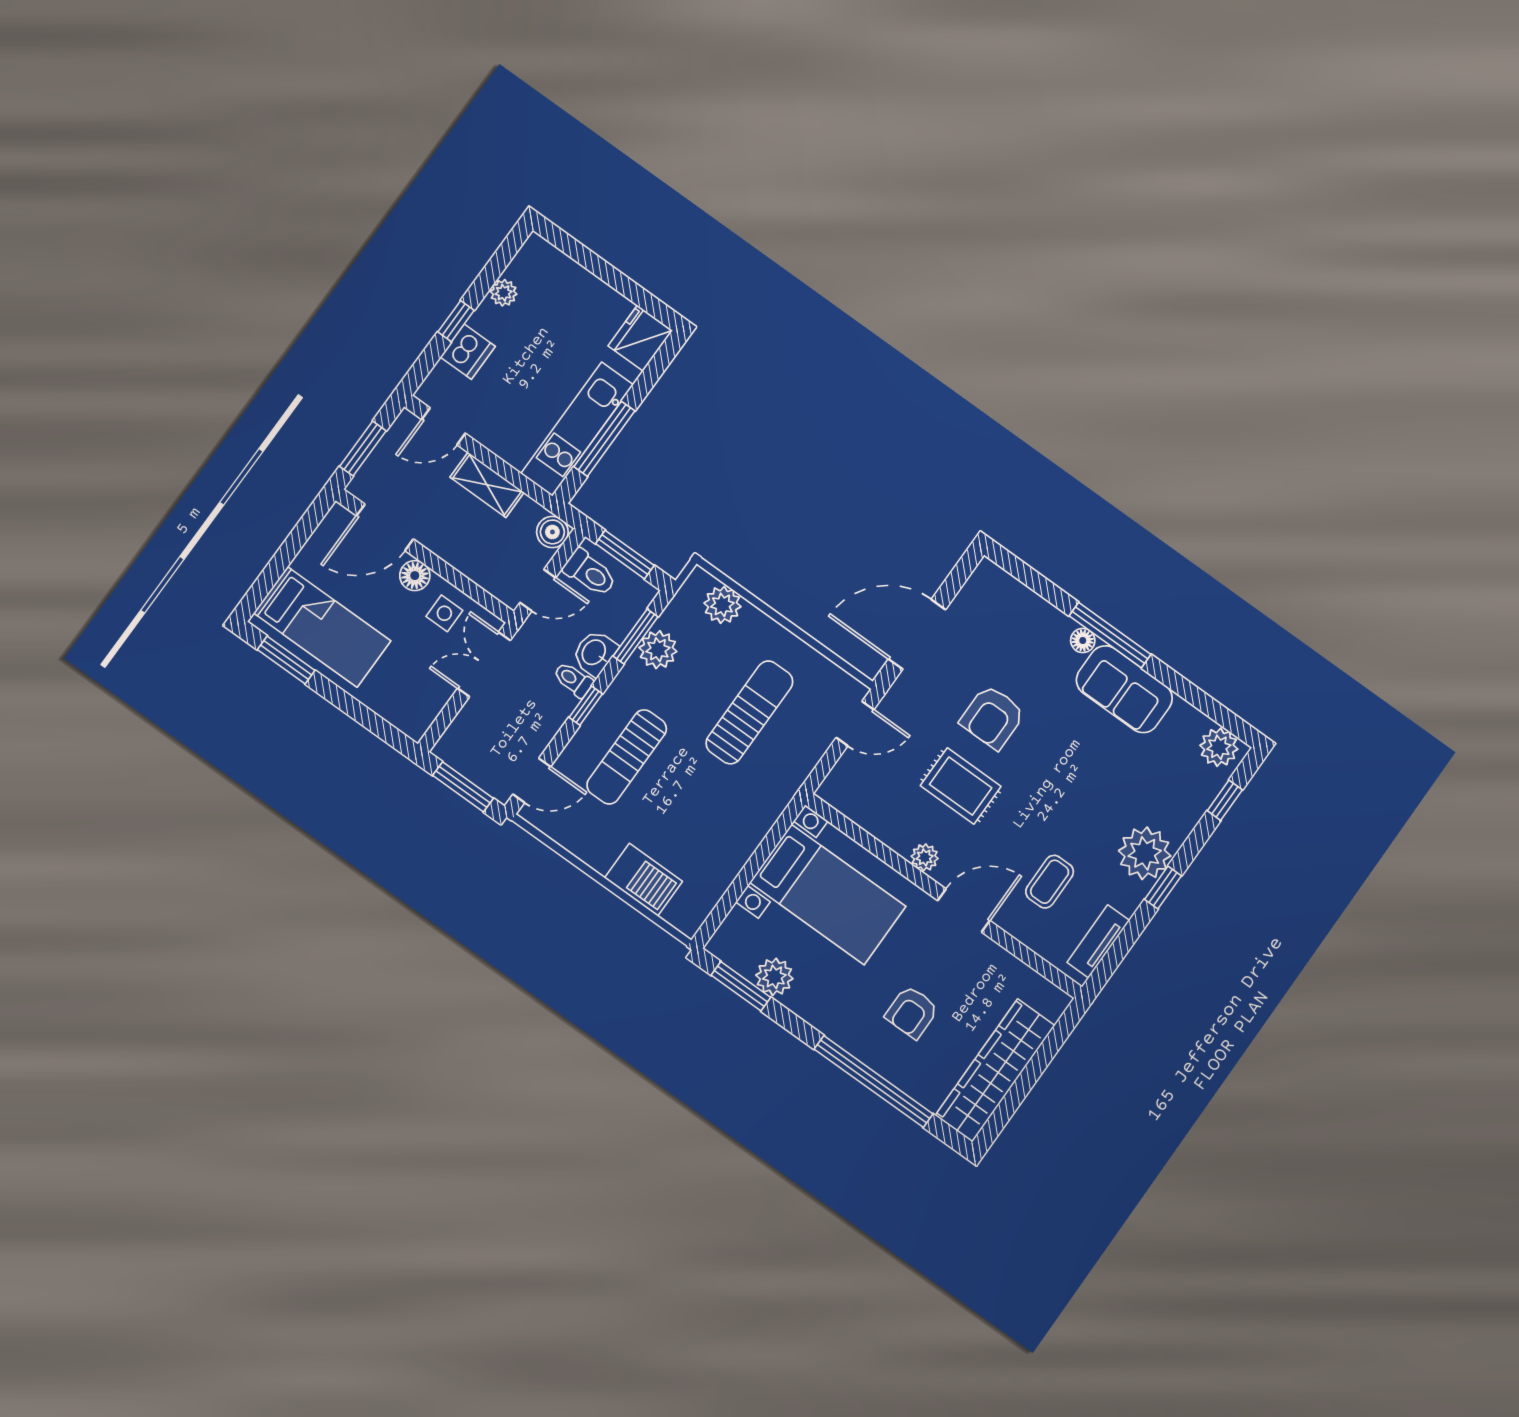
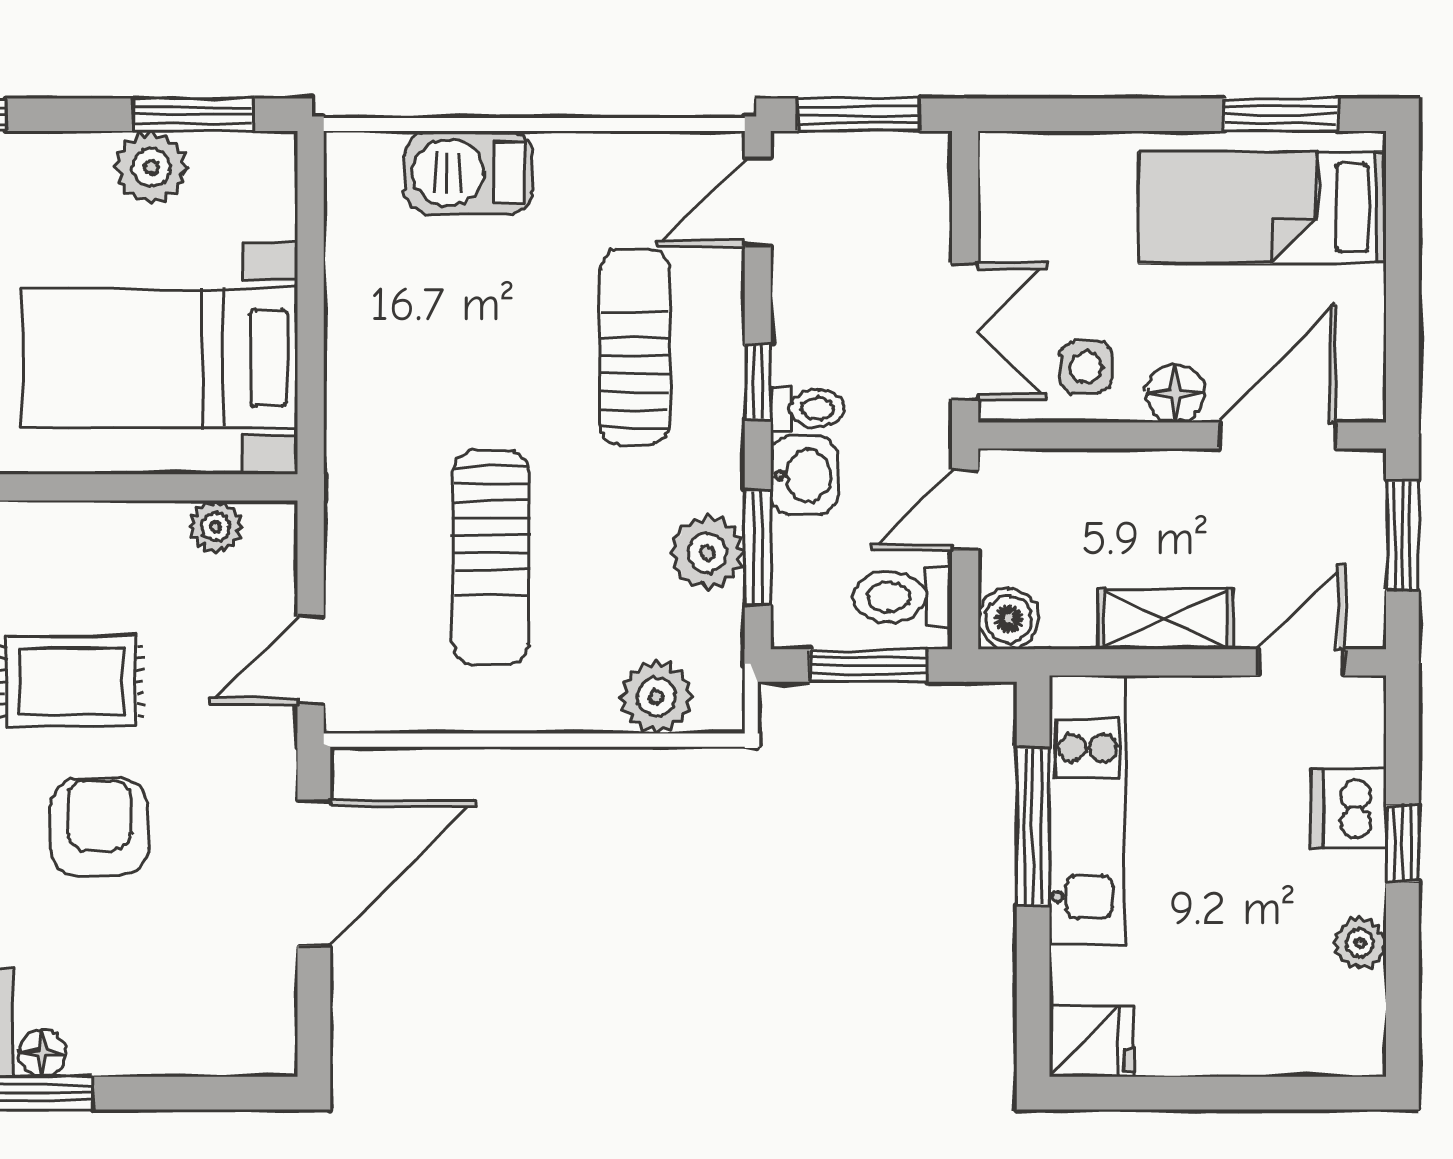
fridge: (640, 338) -> (1092, 1041), width x0.72
plant: (925, 857) -> (215, 527), moved

